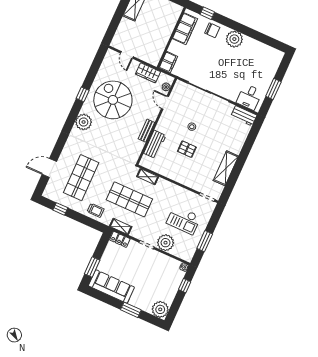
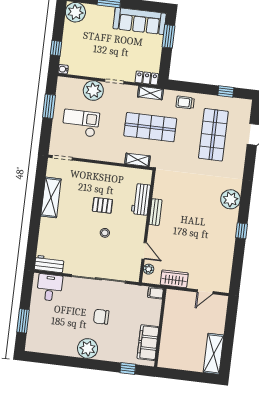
chair: (212, 30) -> (101, 317), moved
door: (127, 55) -> (205, 292), swing flipped
filing cabinet: (168, 62) -> (156, 293), width x0.50
window: (273, 89) -> (23, 321), moved
spiral stairs: (113, 100) -> (205, 235), removed

